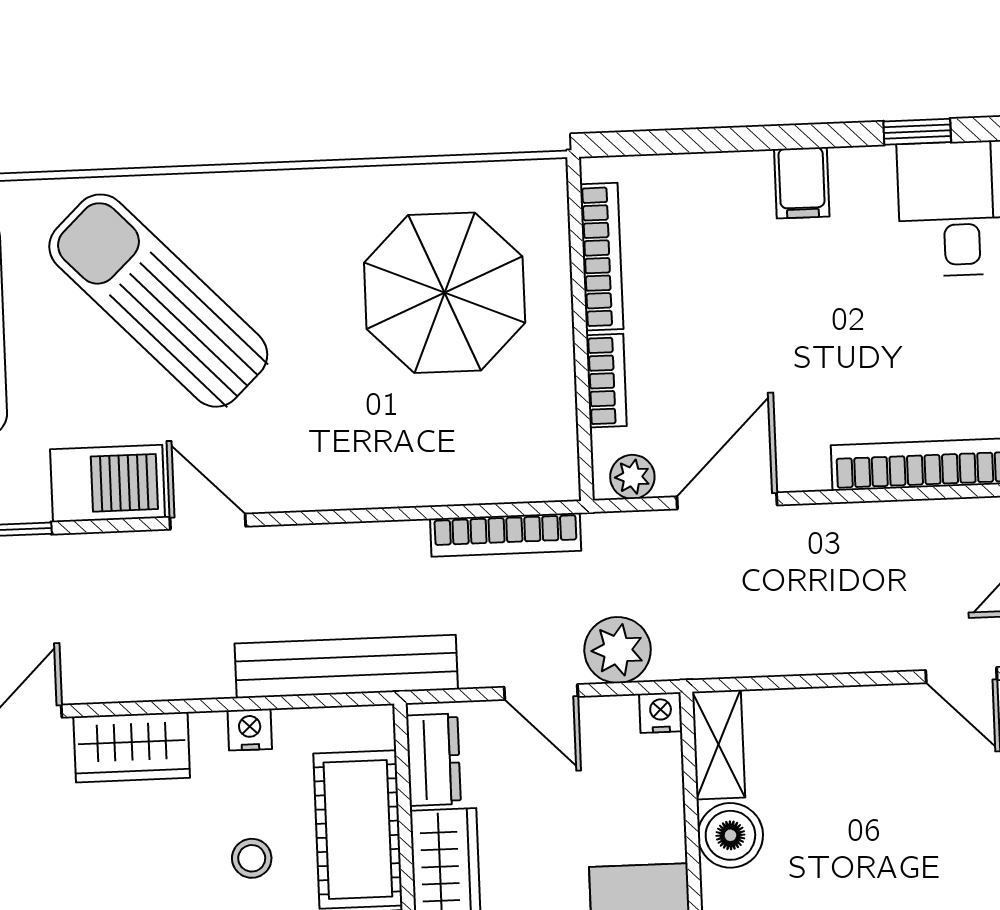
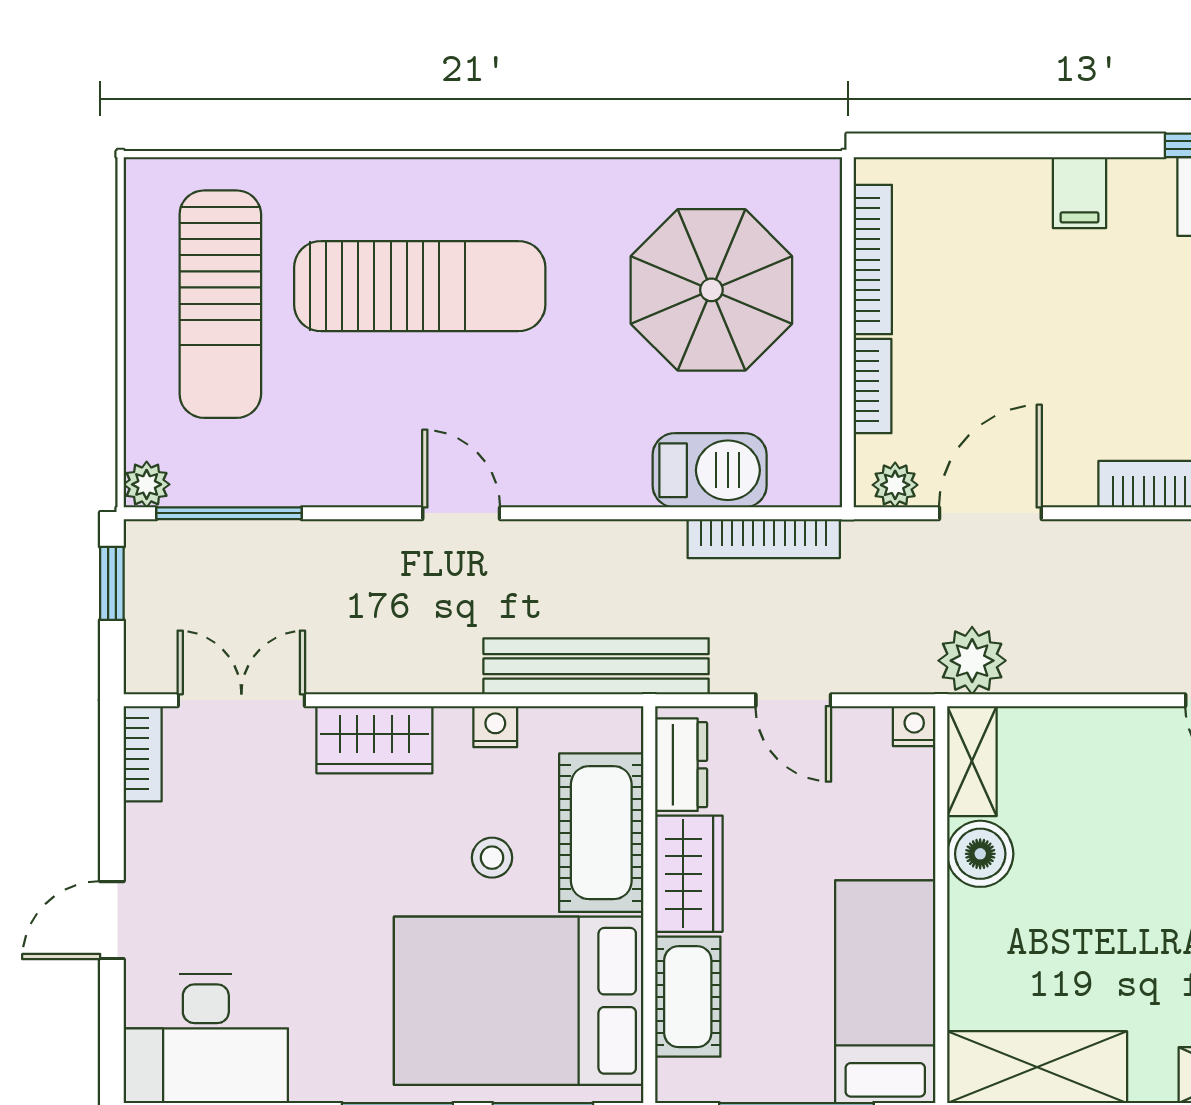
sun lounger: (158, 301) -> (420, 286), turned 134
barbecue: (108, 483) -> (710, 470), moved
plant: (618, 650) -> (972, 661), moved

